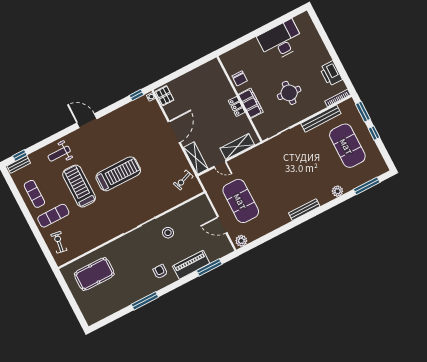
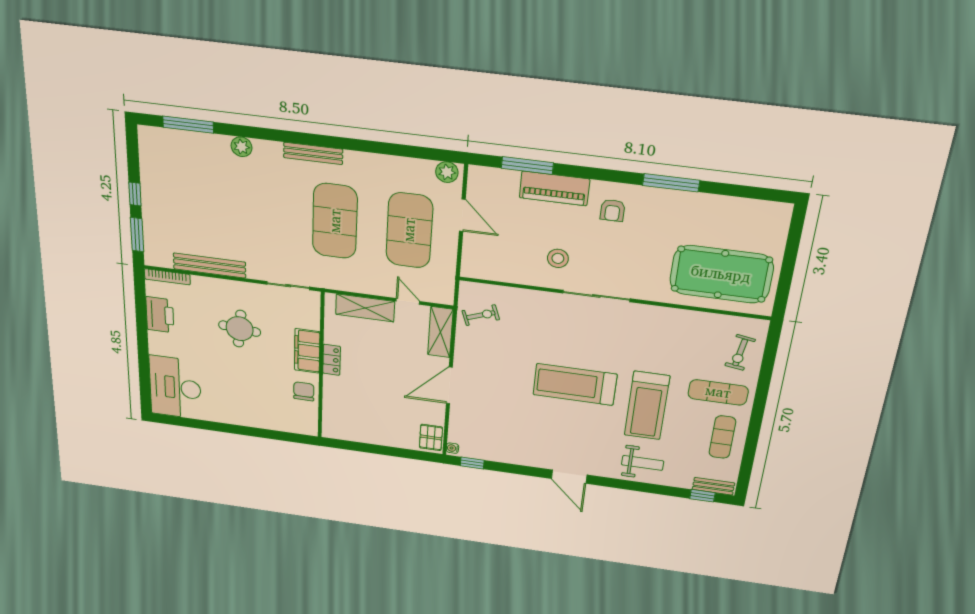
desk: (281, 41) -> (175, 387), moved, turned 90
exercise mat: (347, 146) -> (335, 221), moved
pool table: (94, 274) -> (721, 274), width x1.36, depth x1.32

